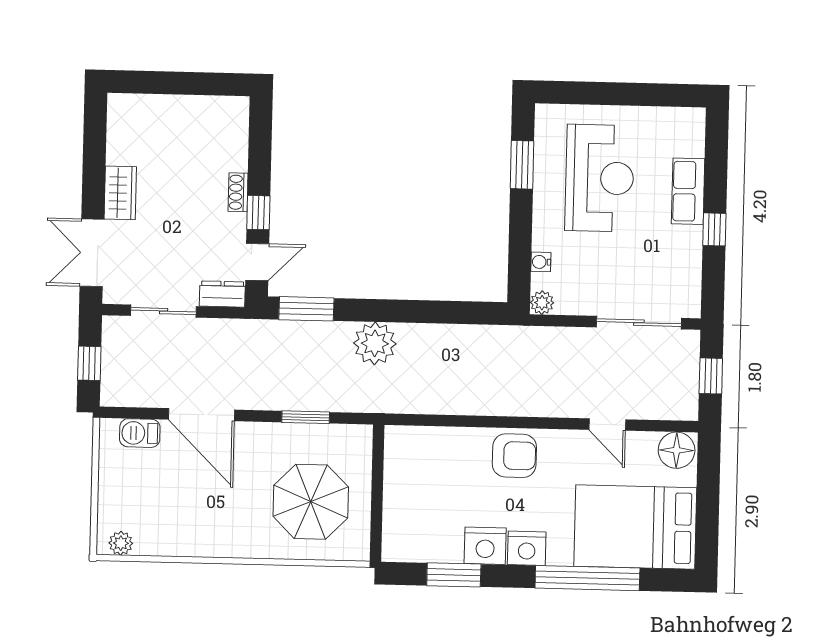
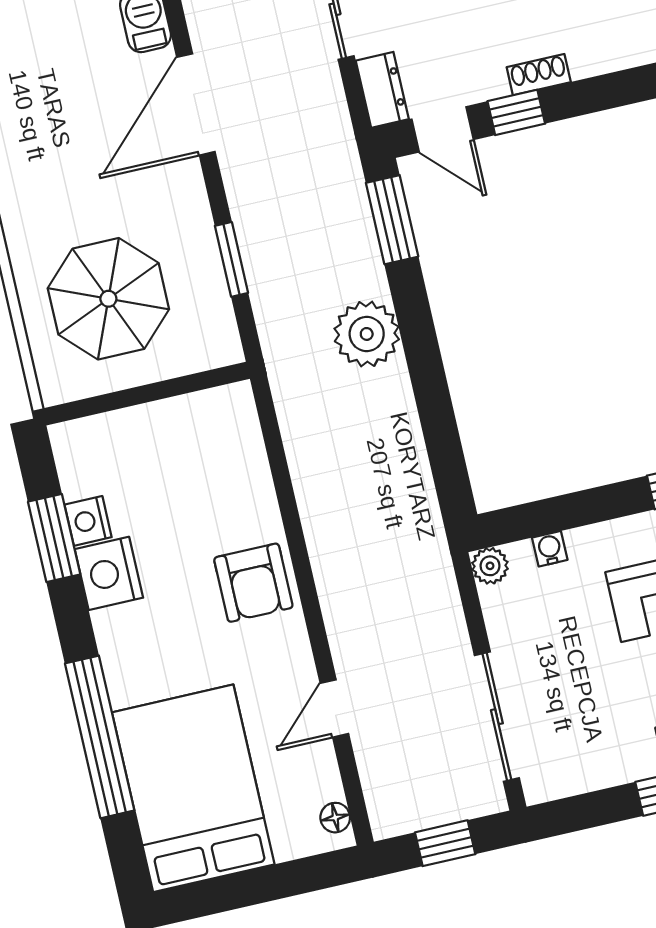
floor lamp: (677, 450) -> (335, 818), width x0.53, depth x0.53
nightstand: (527, 548) -> (88, 521), moved, width x0.74, depth x0.75

